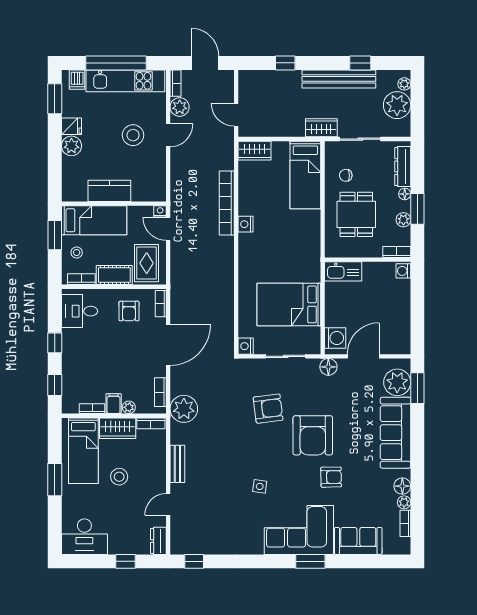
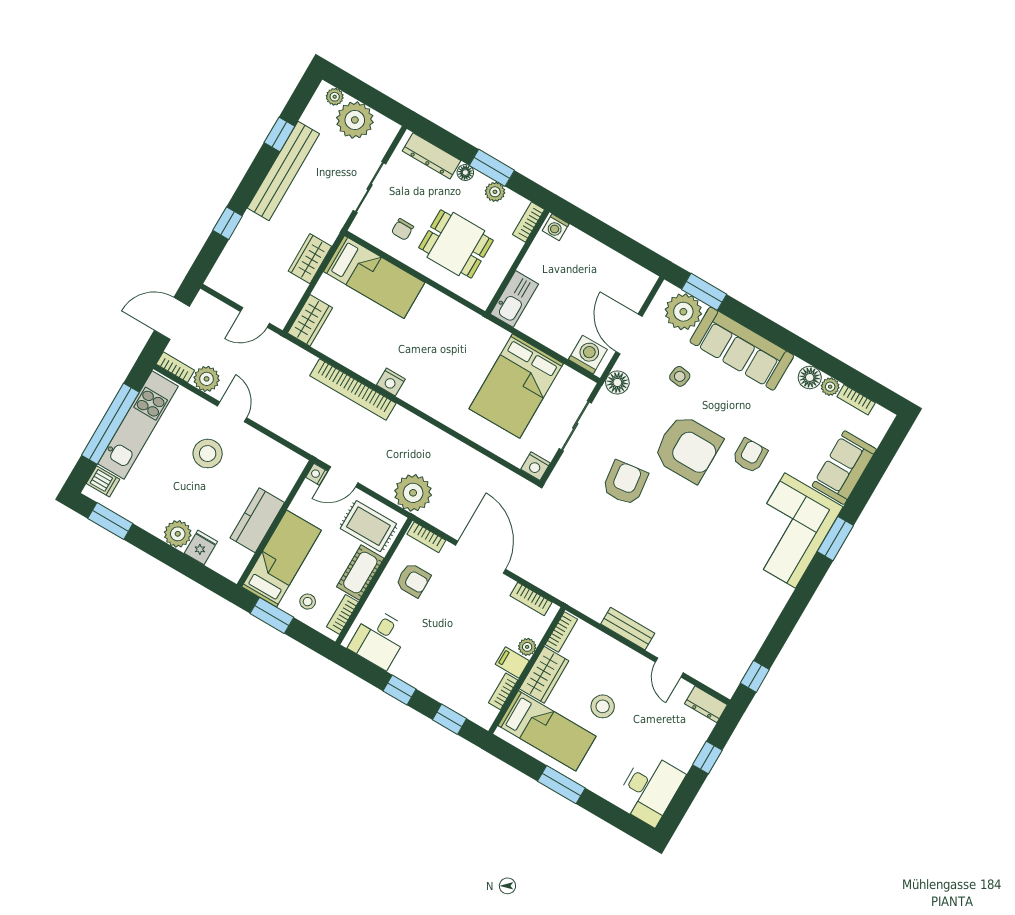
fridge: (72, 126) -> (201, 547), moved
wardrobe: (321, 128) -> (310, 259), moved
plant: (184, 409) -> (413, 493), moved
side table: (260, 486) -> (680, 376), moved

